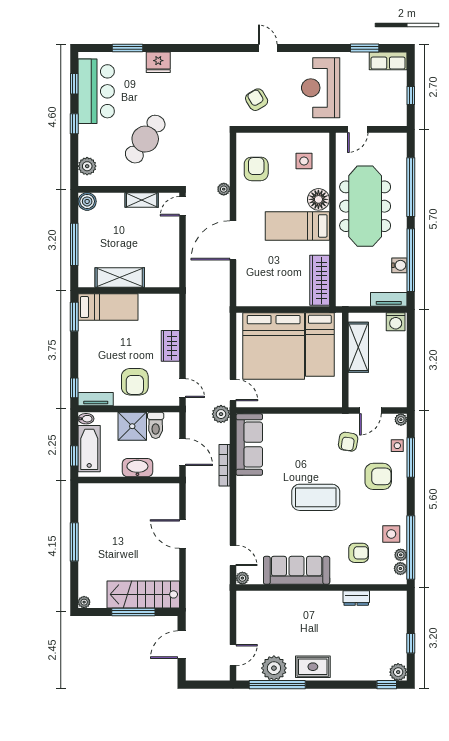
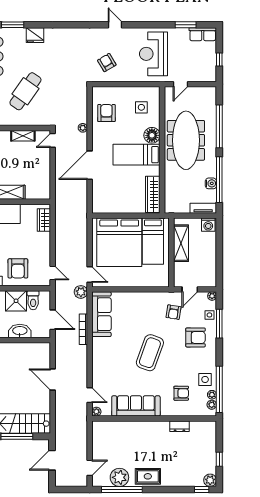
wardrobe: (170, 346) -> (44, 220), moved
coffee table: (316, 497) -> (150, 353), turned -70

